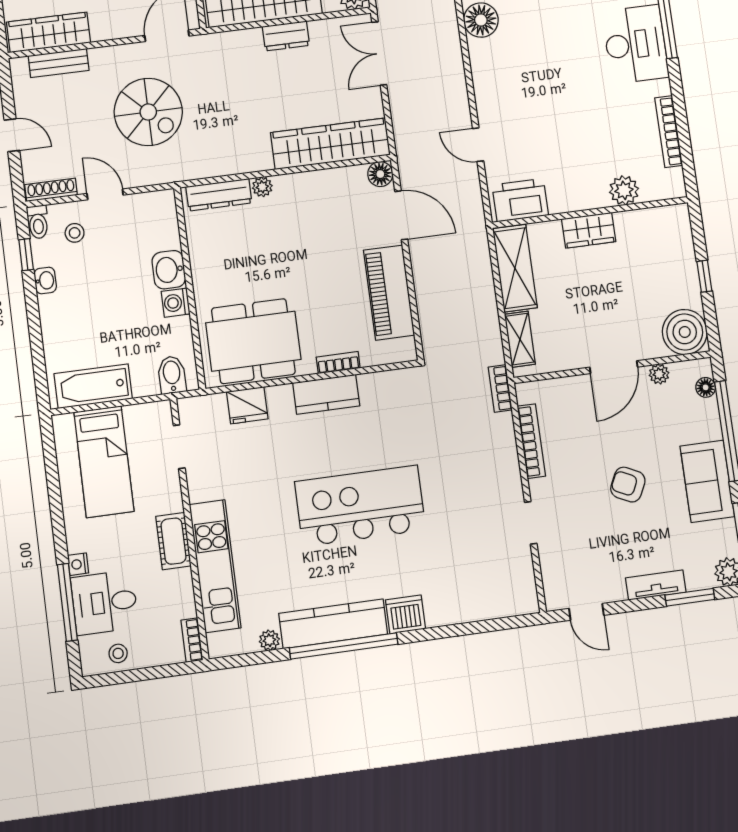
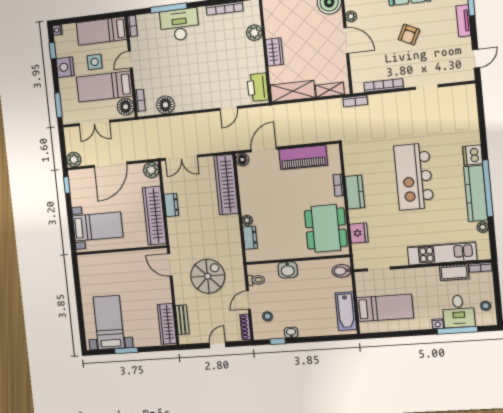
dresser: (219, 195) -> (250, 238), width x0.70
toilet: (38, 222) -> (256, 280), moved
washing machine: (176, 303) -> (305, 267), removed
cot: (173, 541) -> (454, 272), moved

